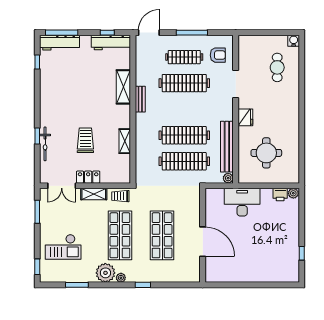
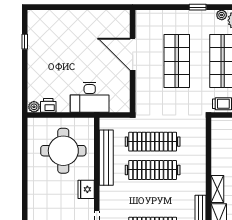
shelving: (125, 141) -> (217, 189), moved
round table: (266, 153) -> (63, 151), width x1.36, depth x1.36
plant: (228, 178) -> (105, 123), removed

